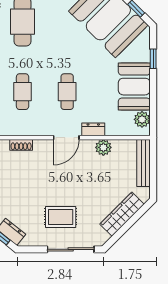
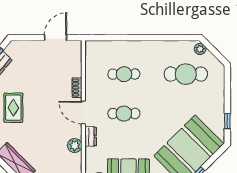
shoe rack: (21, 145) -> (77, 88), moved

